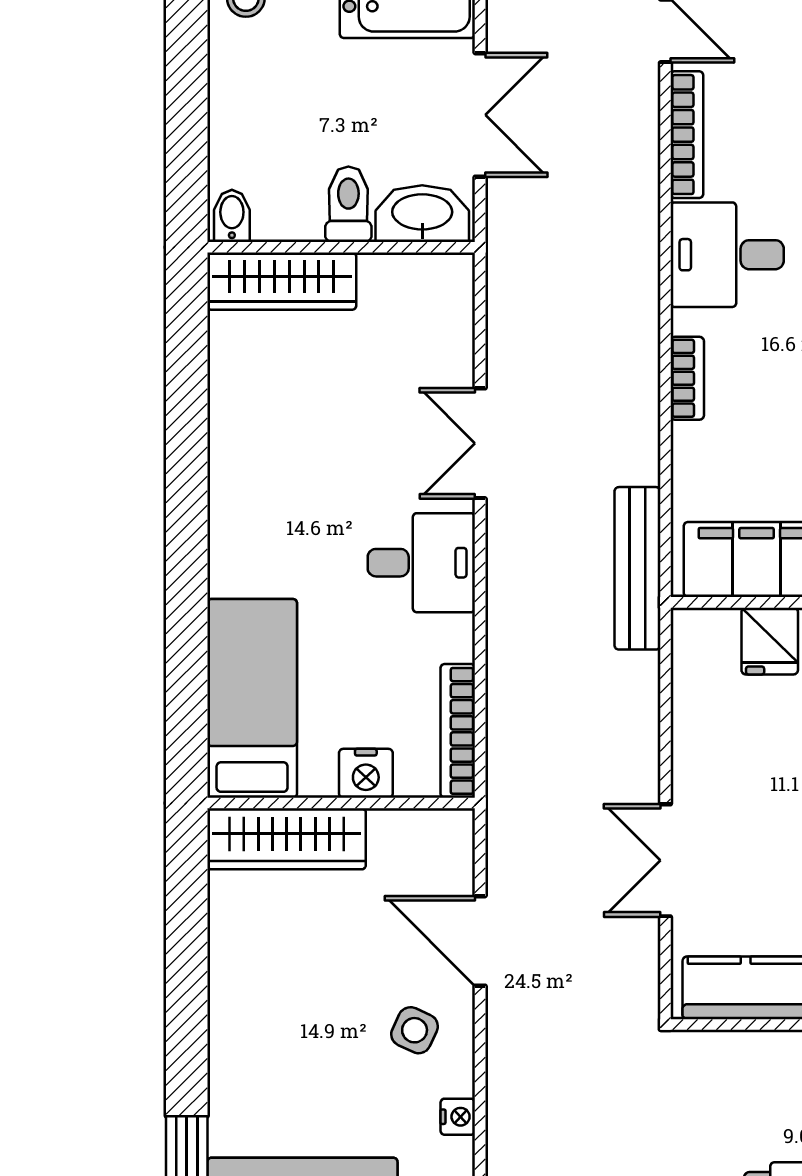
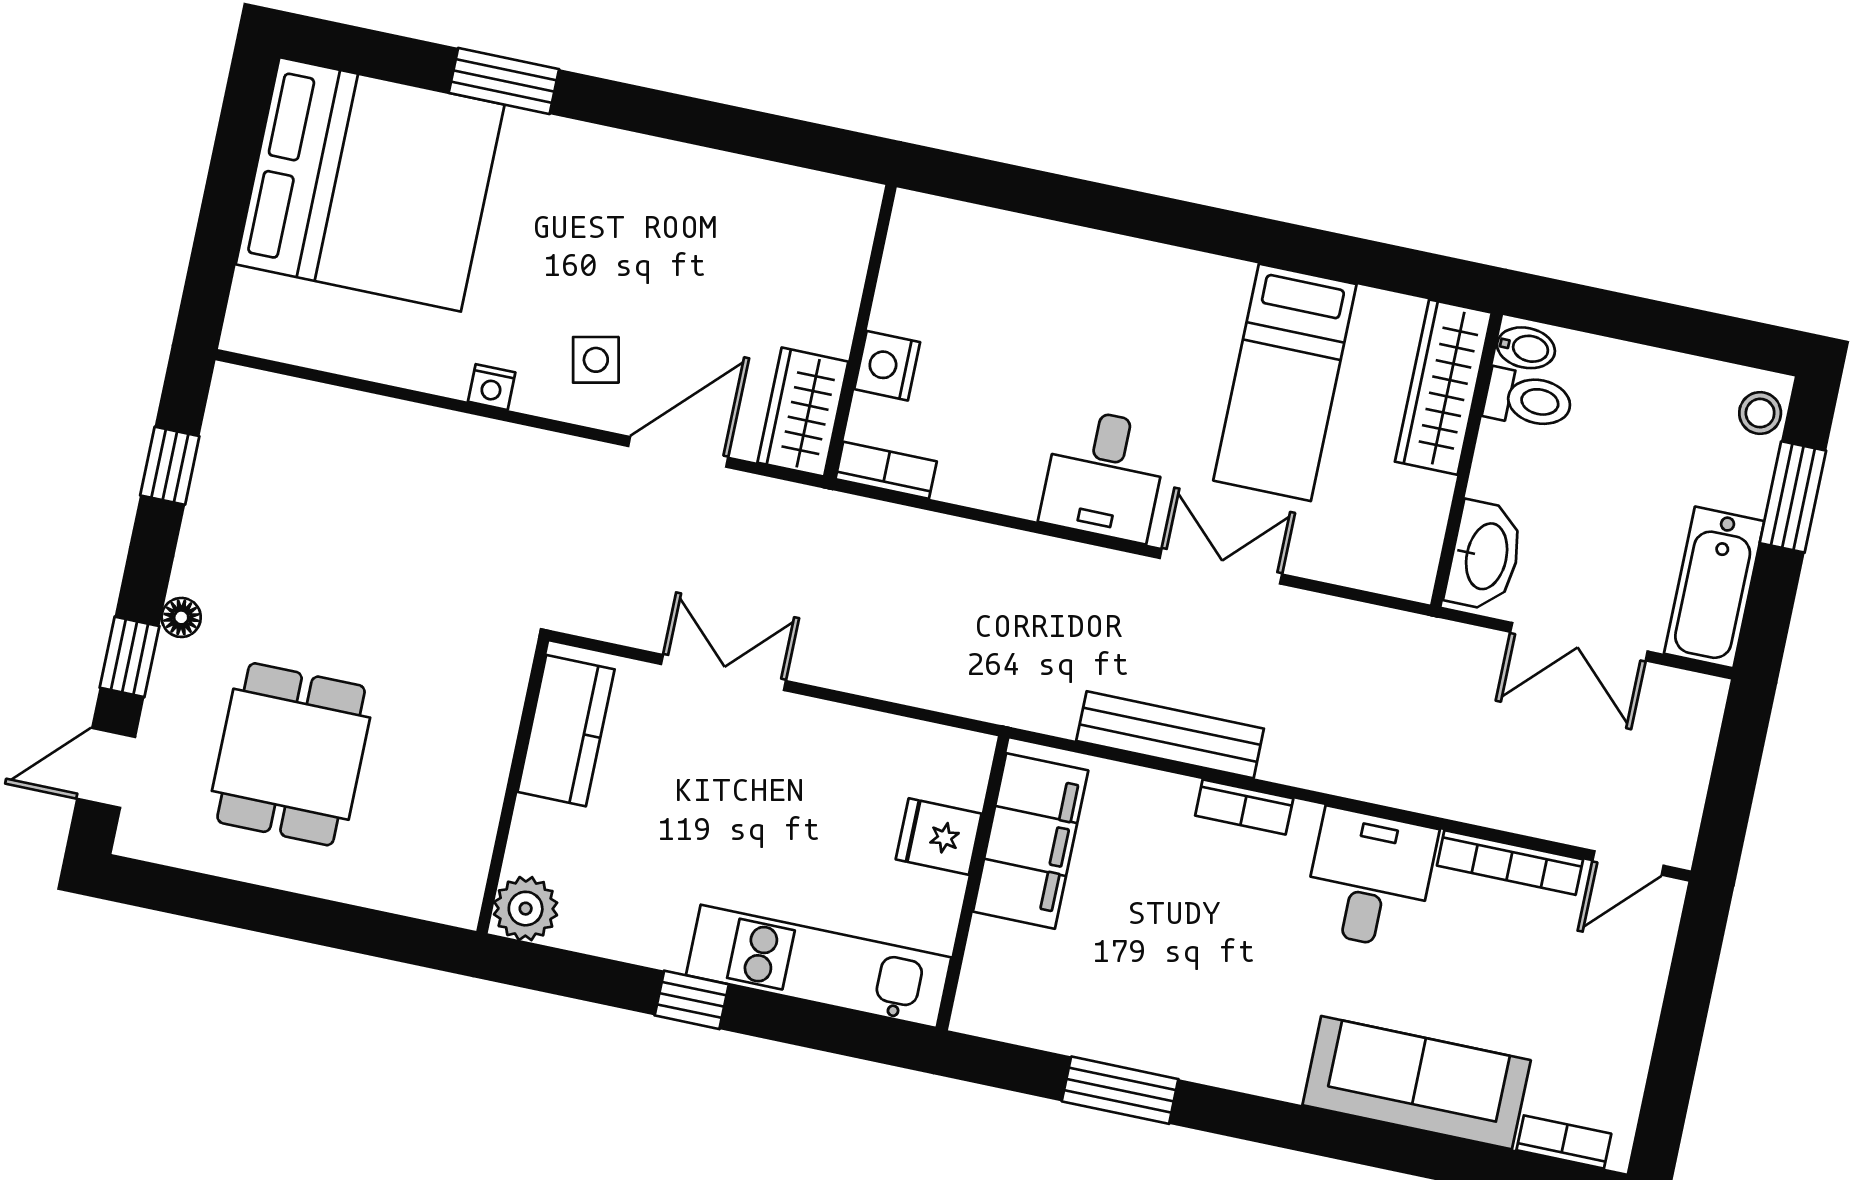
toilet: (348, 204) -> (1528, 399), moved
bench: (637, 568) -> (1170, 735), moved
bed: (252, 698) -> (1285, 382), moved, turned 90
bookcase: (458, 731) -> (886, 470), width x0.64
wardrobe: (287, 839) -> (803, 412), moved, width x0.67
side table: (415, 1030) -> (596, 360), turned -37

